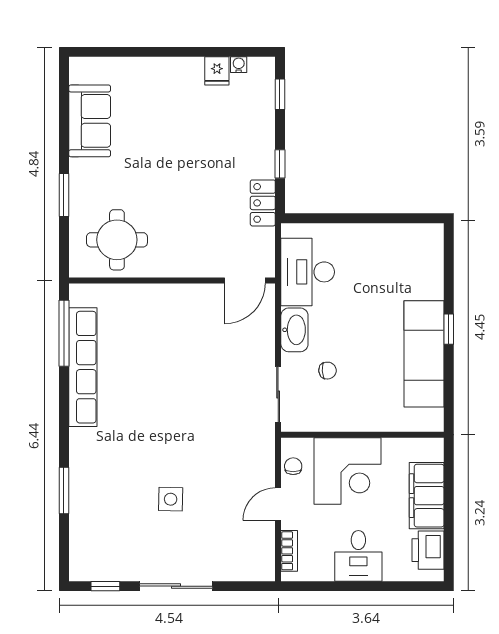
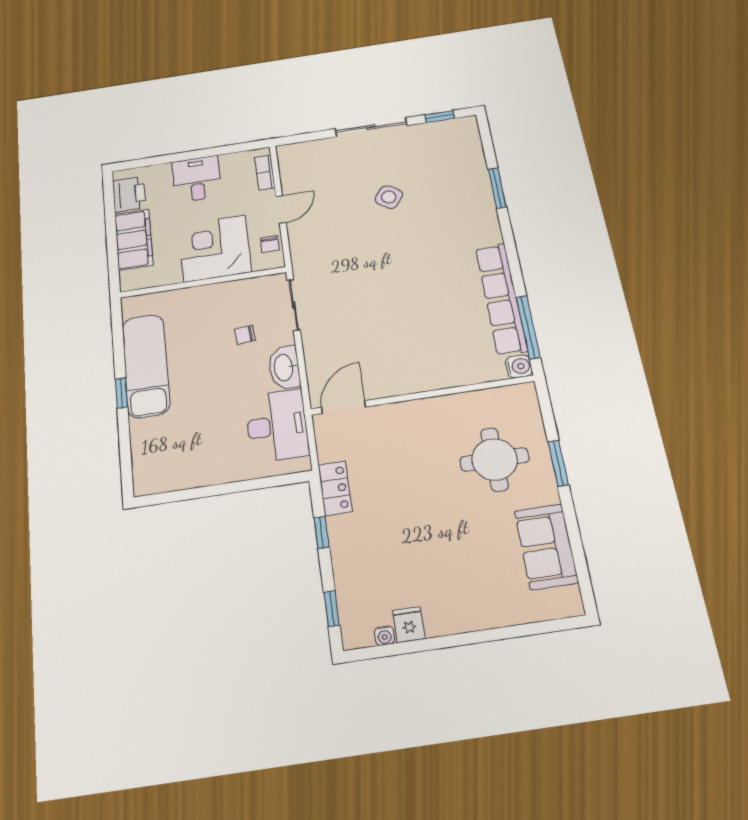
round table: (117, 240) -> (494, 459), moved
water cooler: (80, 295) -> (519, 366), added
side table: (171, 499) -> (389, 197), turned 34

